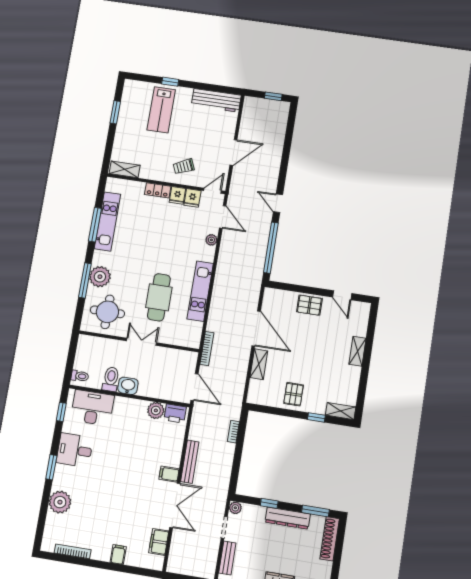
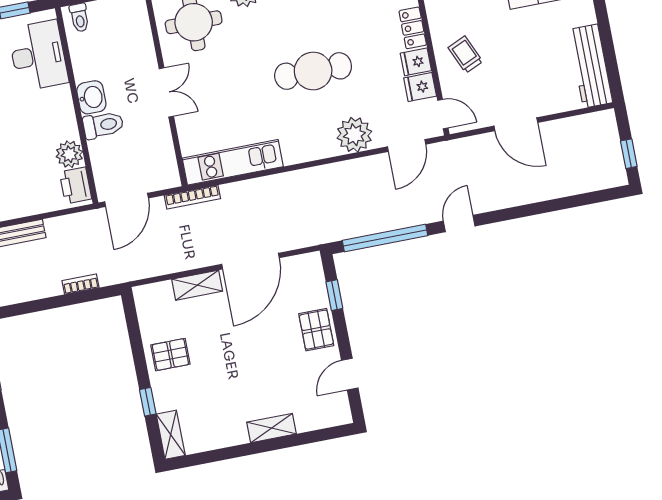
plant: (211, 240) -> (354, 135), width x1.87, depth x1.87
window: (293, 288) -> (334, 295), added
kitchen unit: (200, 291) -> (233, 162), moved
cafe table: (159, 297) -> (313, 71), moved
toilet: (111, 379) -> (103, 125), moved

